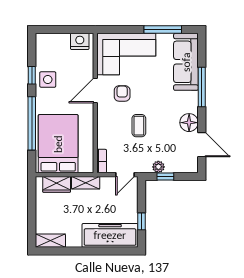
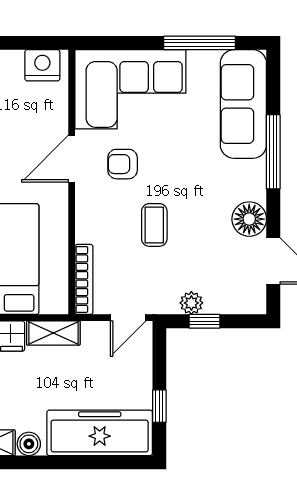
armchair: (122, 93) -> (123, 164), turned -90
bookcase: (102, 161) -> (84, 279), width x1.56
boiler: (73, 241) -> (29, 444), added

